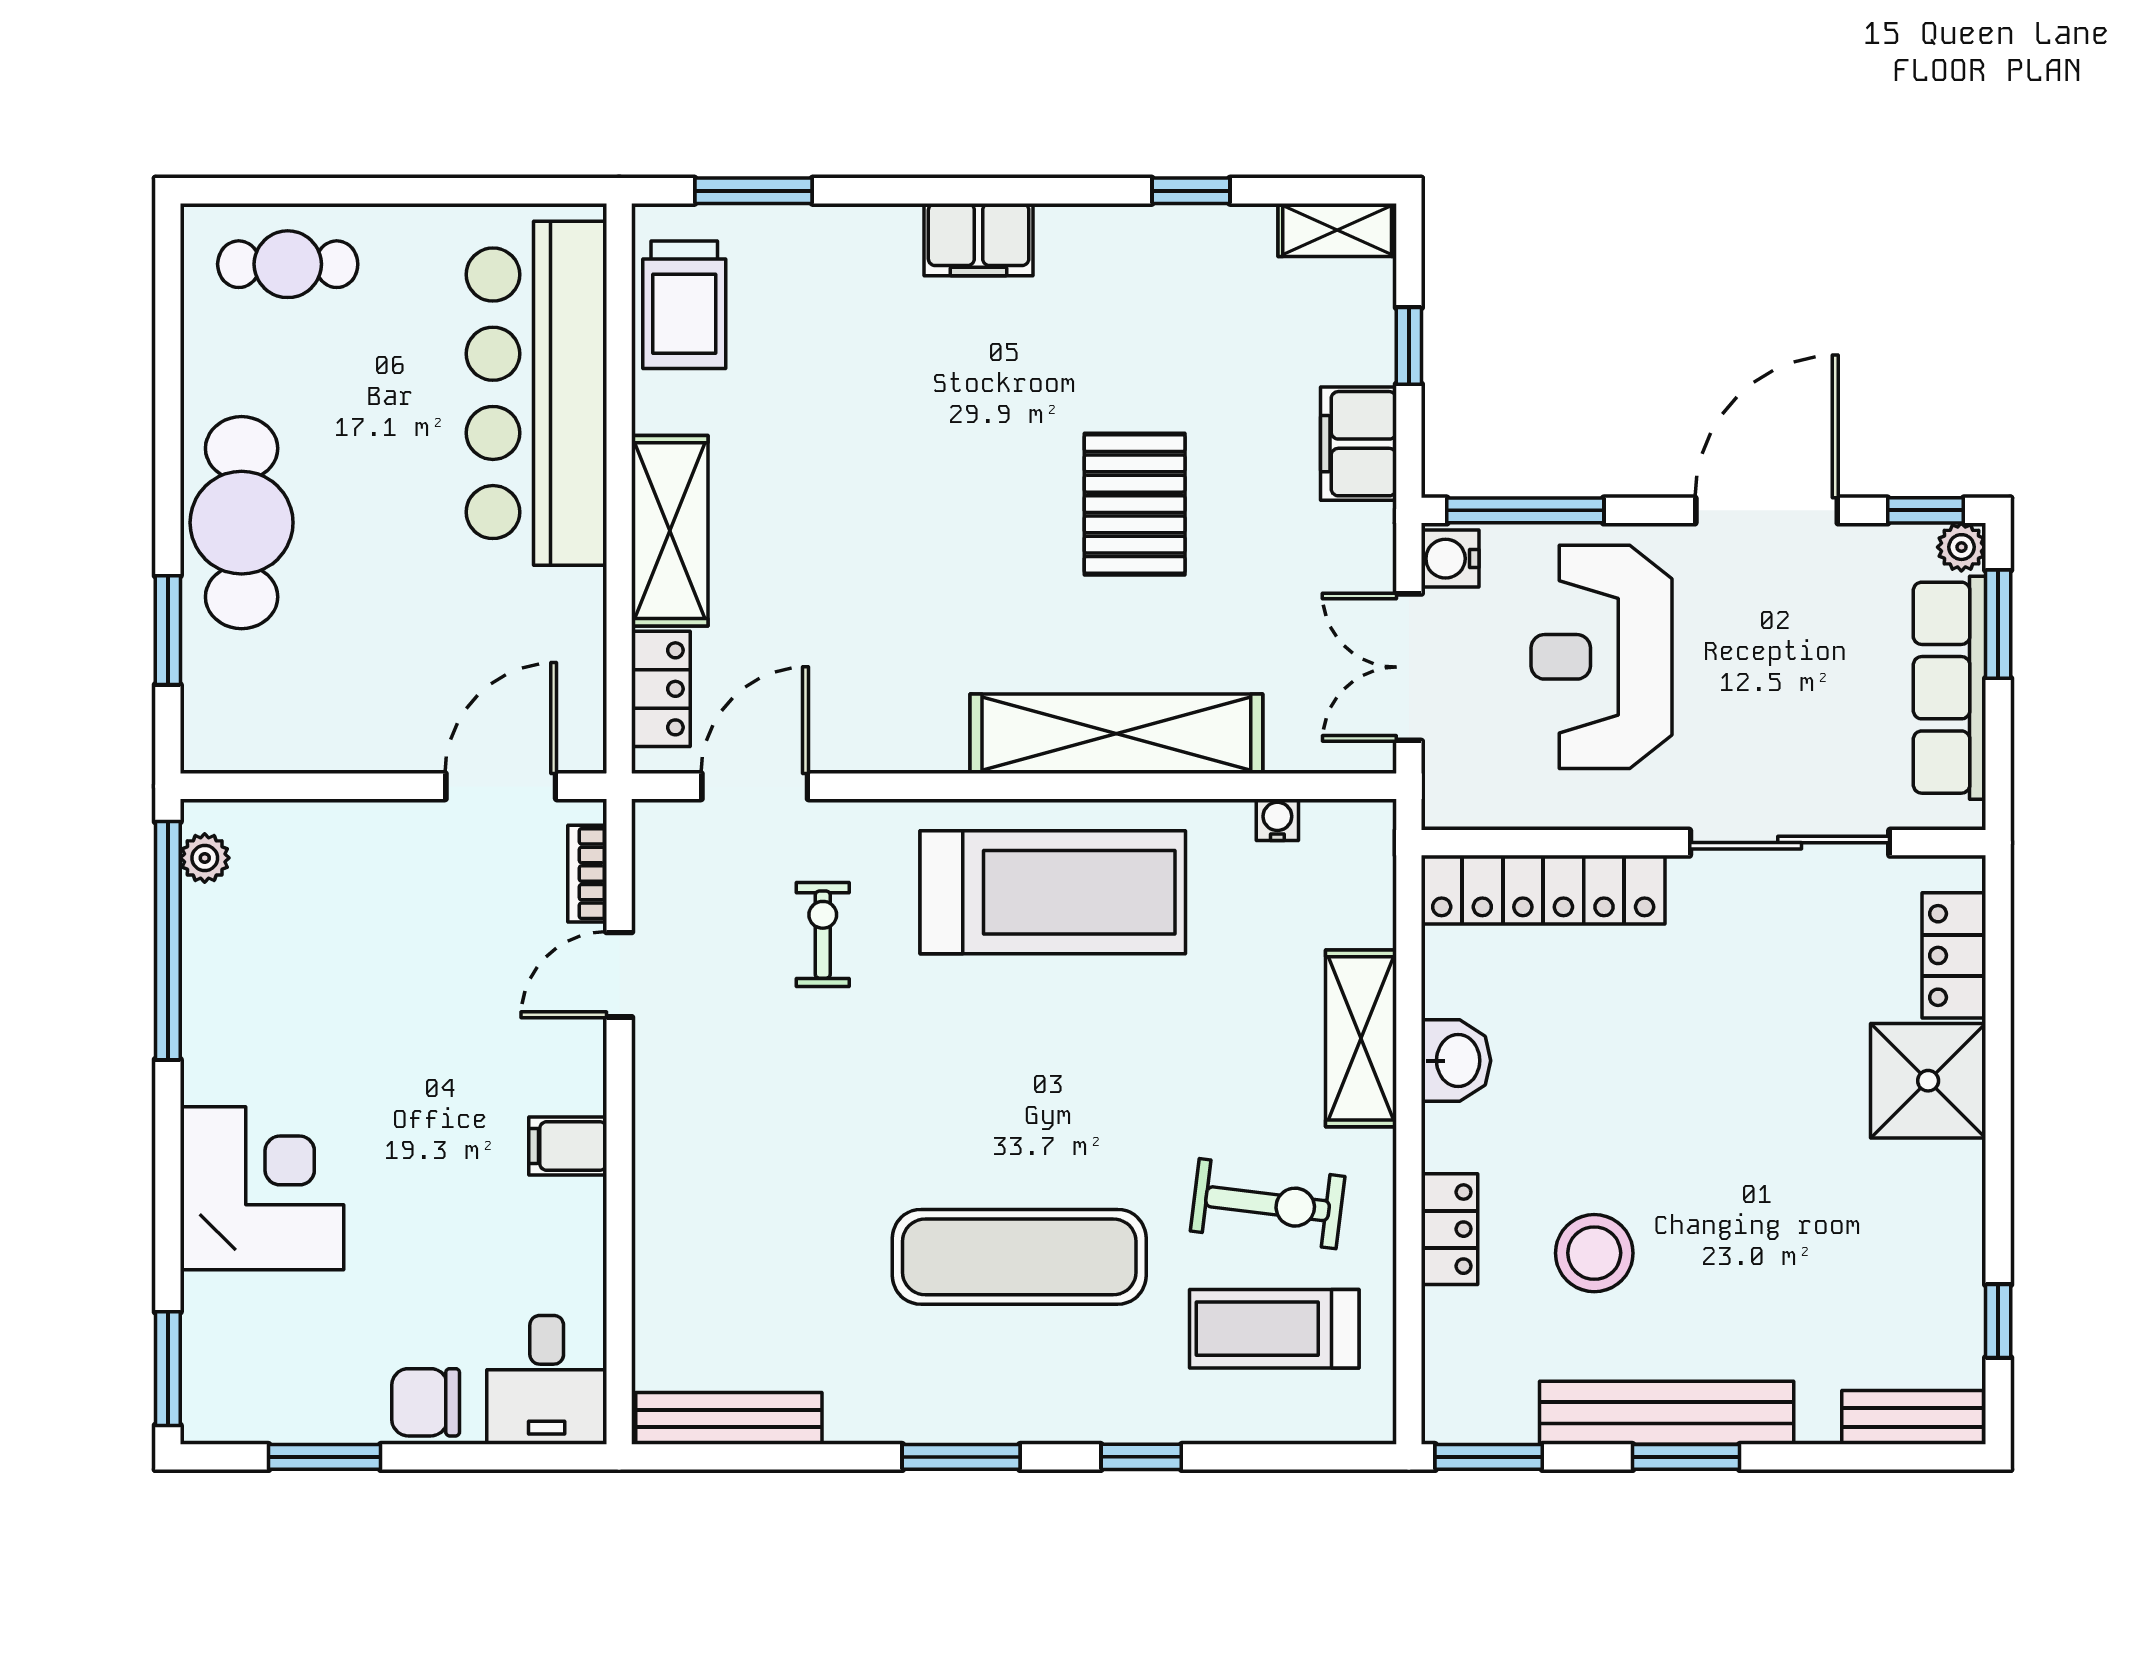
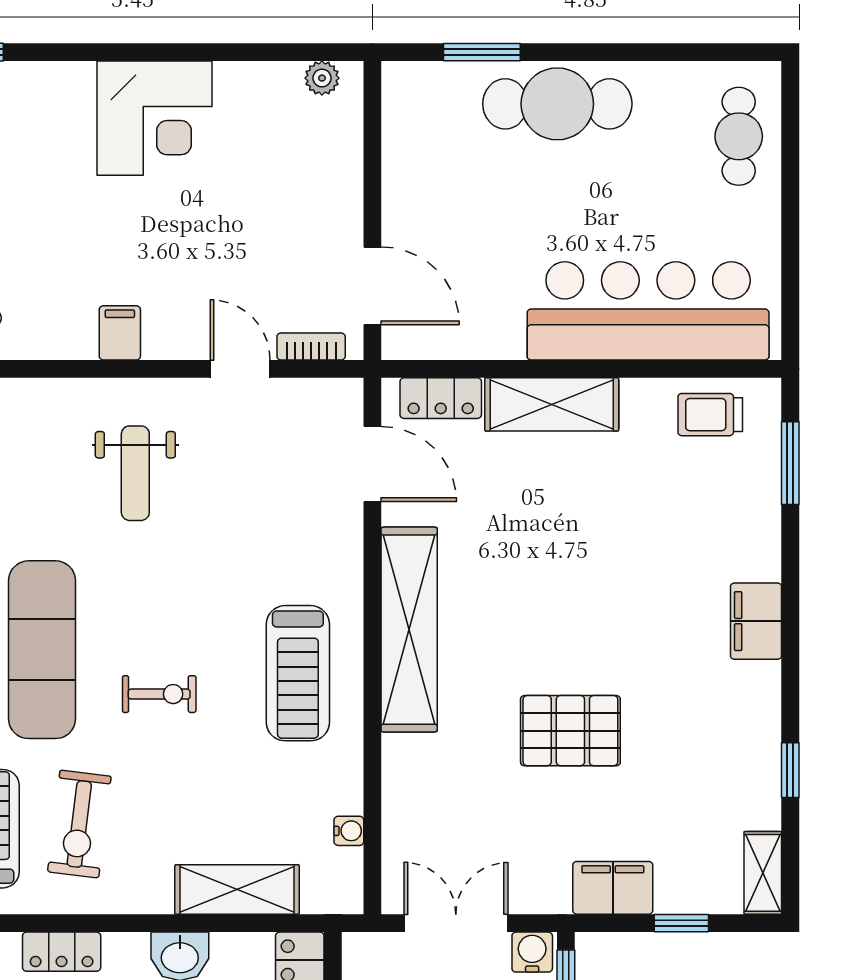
trolley: (684, 305) -> (710, 415), width x0.73, depth x0.72
shelving: (1116, 734) -> (409, 630), moved
treadmill: (1053, 892) -> (298, 673), width x0.73, depth x0.73
exercise bike: (823, 935) -> (159, 694), moved
window: (168, 941) -> (264, 52), removed
shelving: (1361, 1038) -> (237, 890), moved
weight bench: (768, 1124) -> (135, 473), added
corner desk: (262, 1188) -> (154, 118), moved

